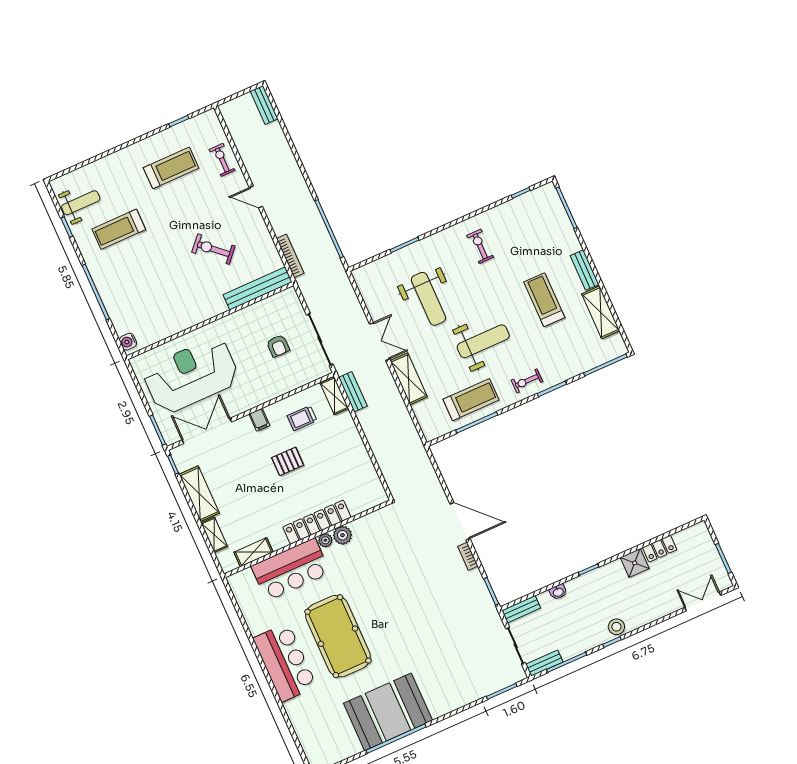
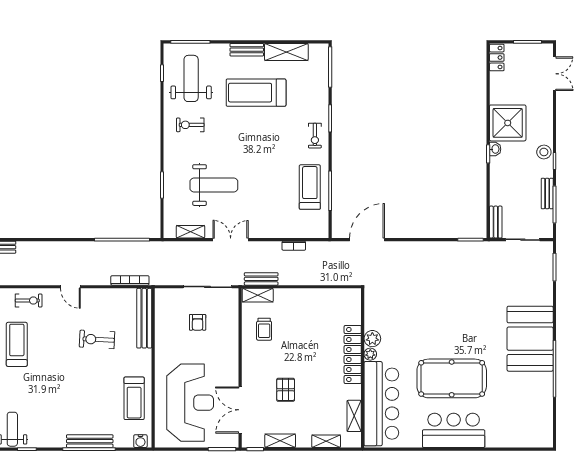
exercise bike: (222, 160) -> (29, 301), turned 180
door: (256, 197) -> (70, 287), hinge flipped
treadmill: (119, 229) -> (134, 398), moved
exercise bike: (213, 249) -> (97, 339), turned 51
bench: (104, 289) -> (90, 441), added
treadmill: (544, 300) -> (256, 93), width x1.37, depth x1.38
weight bench: (483, 341) -> (191, 78), moved
armchair: (278, 346) -> (198, 322), turned 90
reception desk: (191, 375) -> (190, 403), turned 180
shelving: (409, 379) -> (190, 232), moved, width x0.67, depth x0.75
filing cabinet: (259, 420) -> (250, 364), removed
pallet: (288, 461) -> (286, 390), moved
shelving: (199, 494) -> (280, 441), width x0.67, depth x0.75
door: (460, 521) -> (367, 240), moved
locker: (660, 549) -> (497, 58), moved
bookcase: (468, 556) -> (294, 246), moved
shower: (635, 563) -> (508, 123), width x1.86, depth x1.86
bar counter: (291, 570) -> (381, 404), width x1.36
washbasin: (558, 592) -> (495, 149), moved
double door: (703, 601) -> (554, 74), swing flipped
bench: (544, 663) -> (547, 194), moved
booth: (388, 712) -> (530, 339), moved

